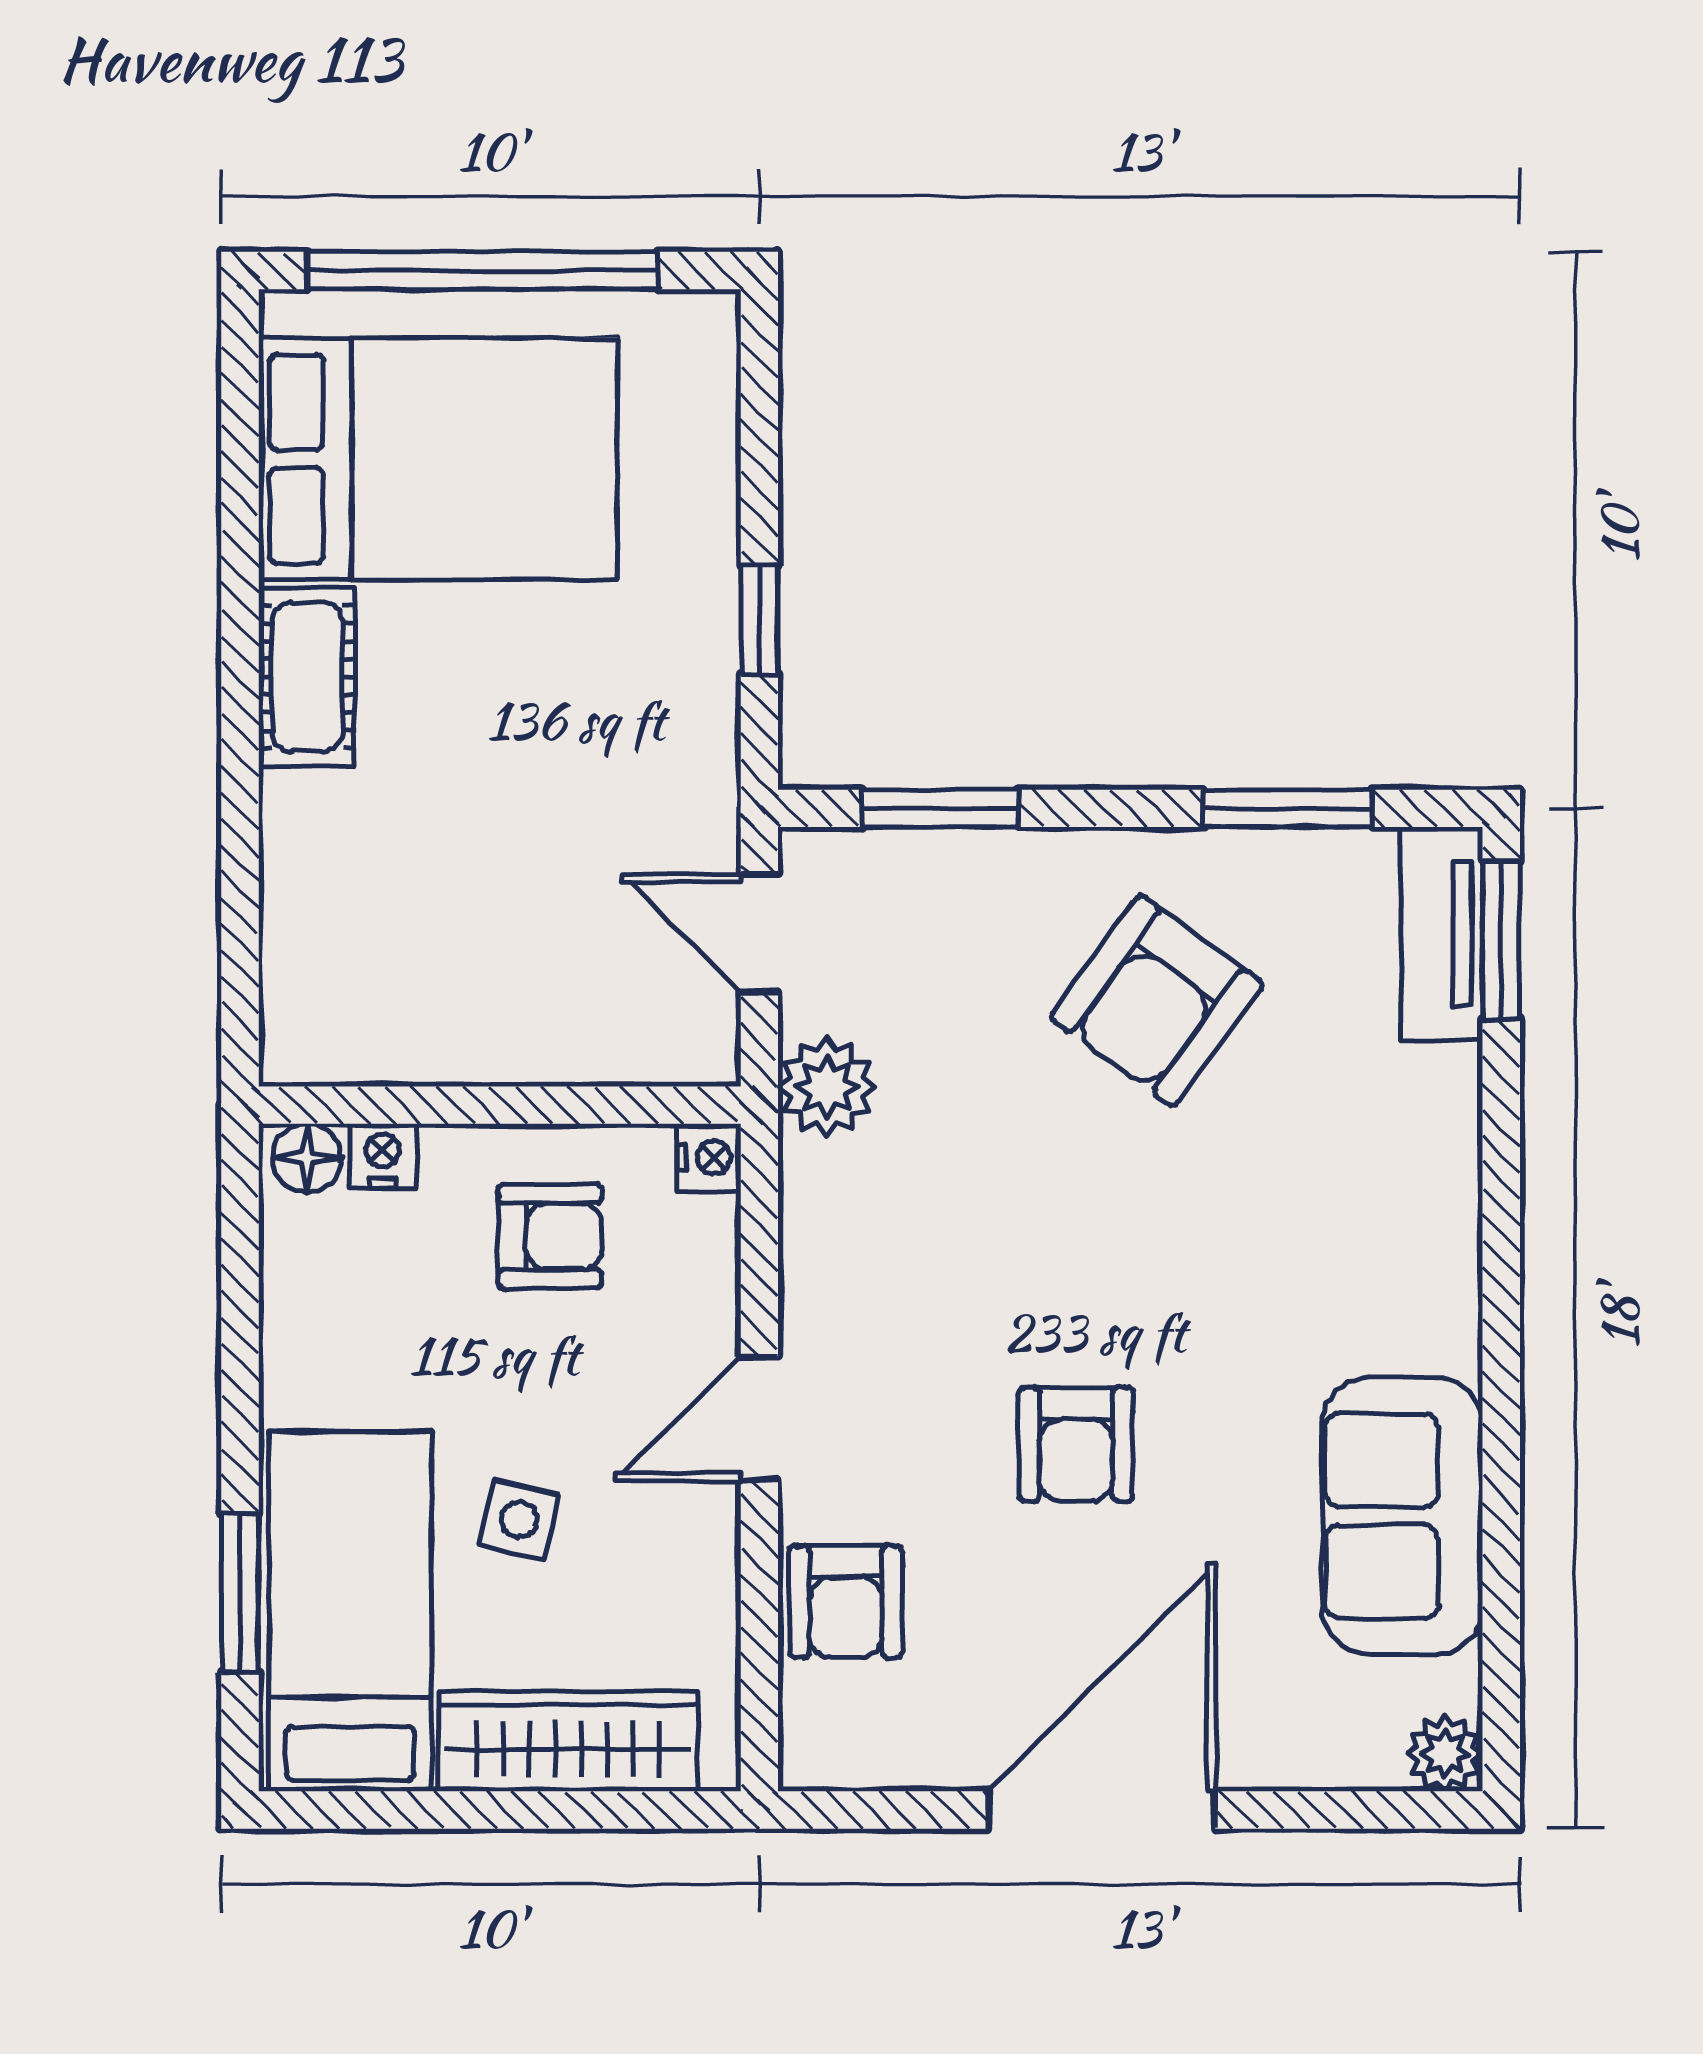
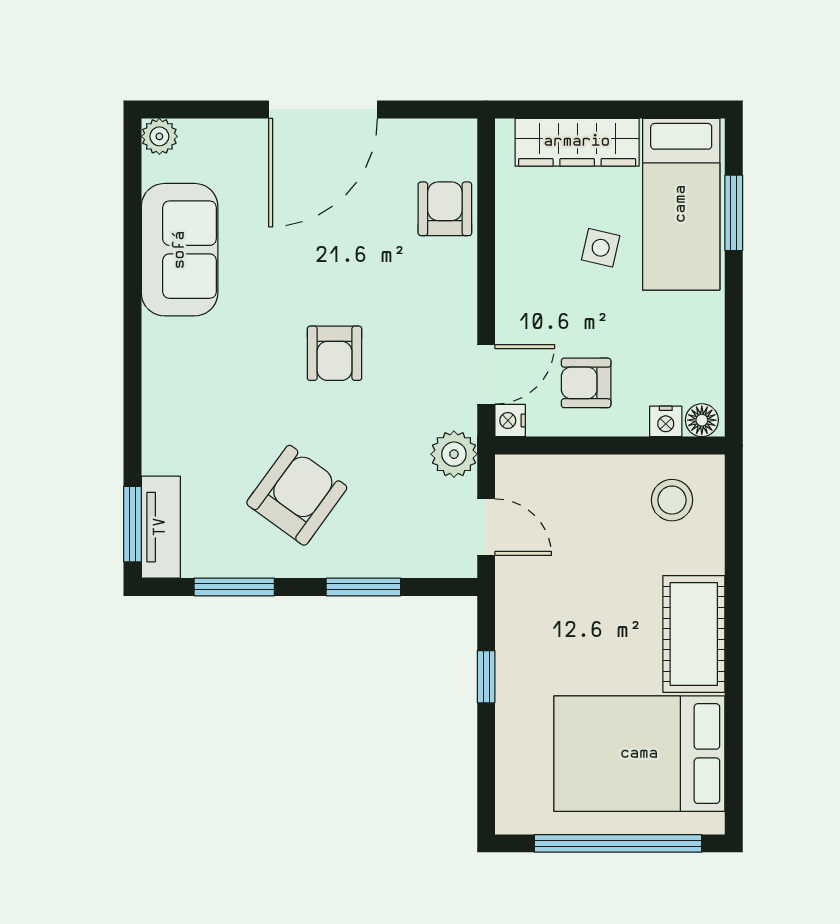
cot: (307, 677) -> (694, 634), width x1.37, depth x1.34
window: (940, 808) -> (363, 587), moved
stool: (370, 991) -> (672, 500), added
door: (759, 1419) -> (486, 374), moved
armchair: (1076, 1444) -> (335, 353), moved, turned 180

